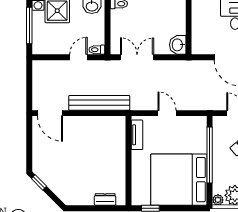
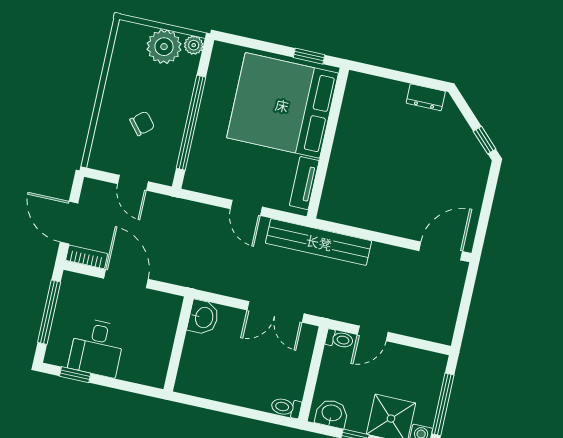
bench: (99, 103) -> (319, 242), moved
door: (50, 113) -> (441, 251), hinge flipped
bed: (179, 180) -> (282, 105), moved, turned 180
dresser: (105, 199) -> (426, 97), moved

